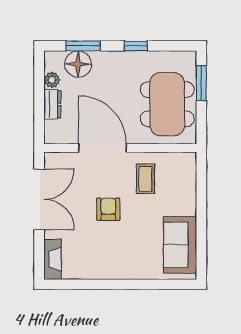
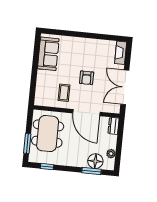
window: (136, 46) -> (47, 167), moved
dresser: (52, 104) -> (114, 126), moved

